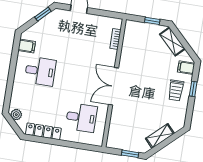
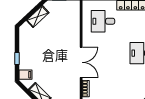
double door: (114, 86) -> (81, 62), moved
trolley: (176, 90) -> (31, 55), removed

